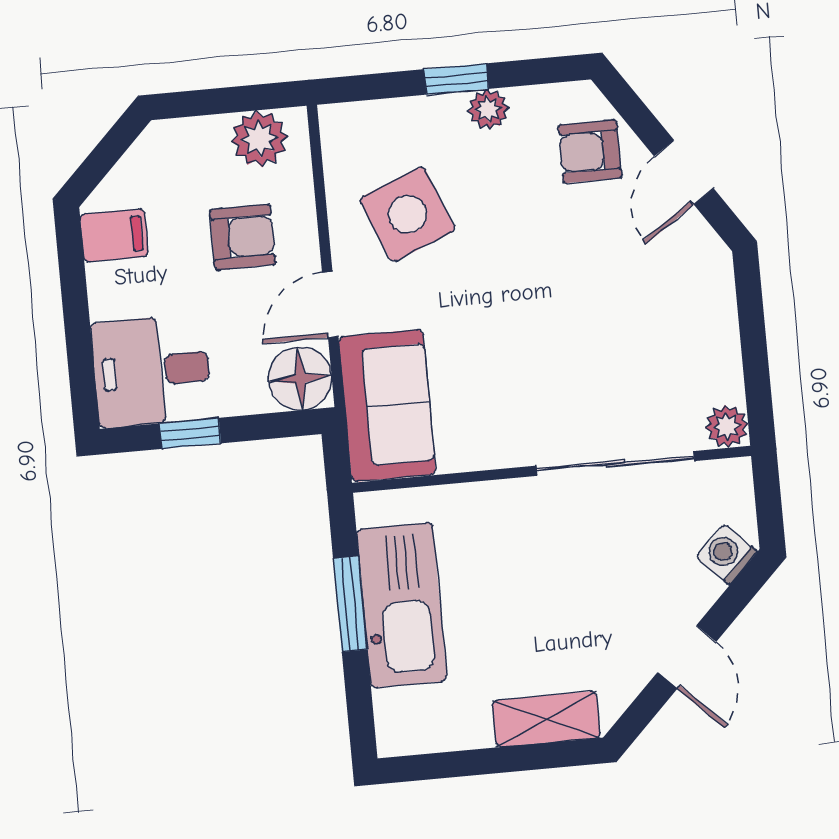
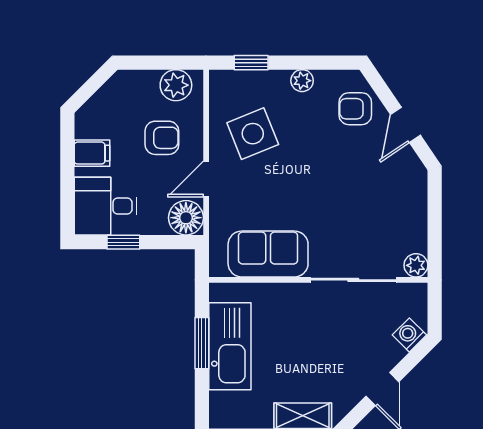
window: (456, 79) -> (251, 63), moved
filing cabinet: (114, 235) -> (92, 153), moved
sofa: (387, 406) -> (268, 254), moved, turned -90

